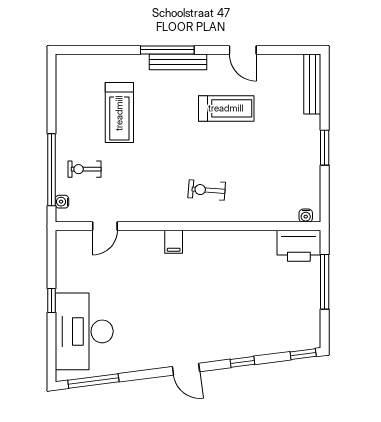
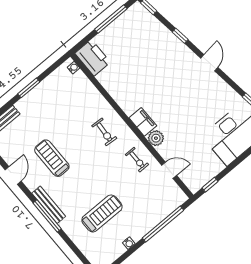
exercise bike: (84, 169) -> (137, 160), moved
water cooler: (62, 202) -> (129, 243), moved
plant: (152, 241) -> (156, 138), added
filing cabinet: (174, 242) -> (143, 122), width x2.00
window: (325, 282) -> (111, 19), moved
window: (52, 301) -> (210, 185), moved

